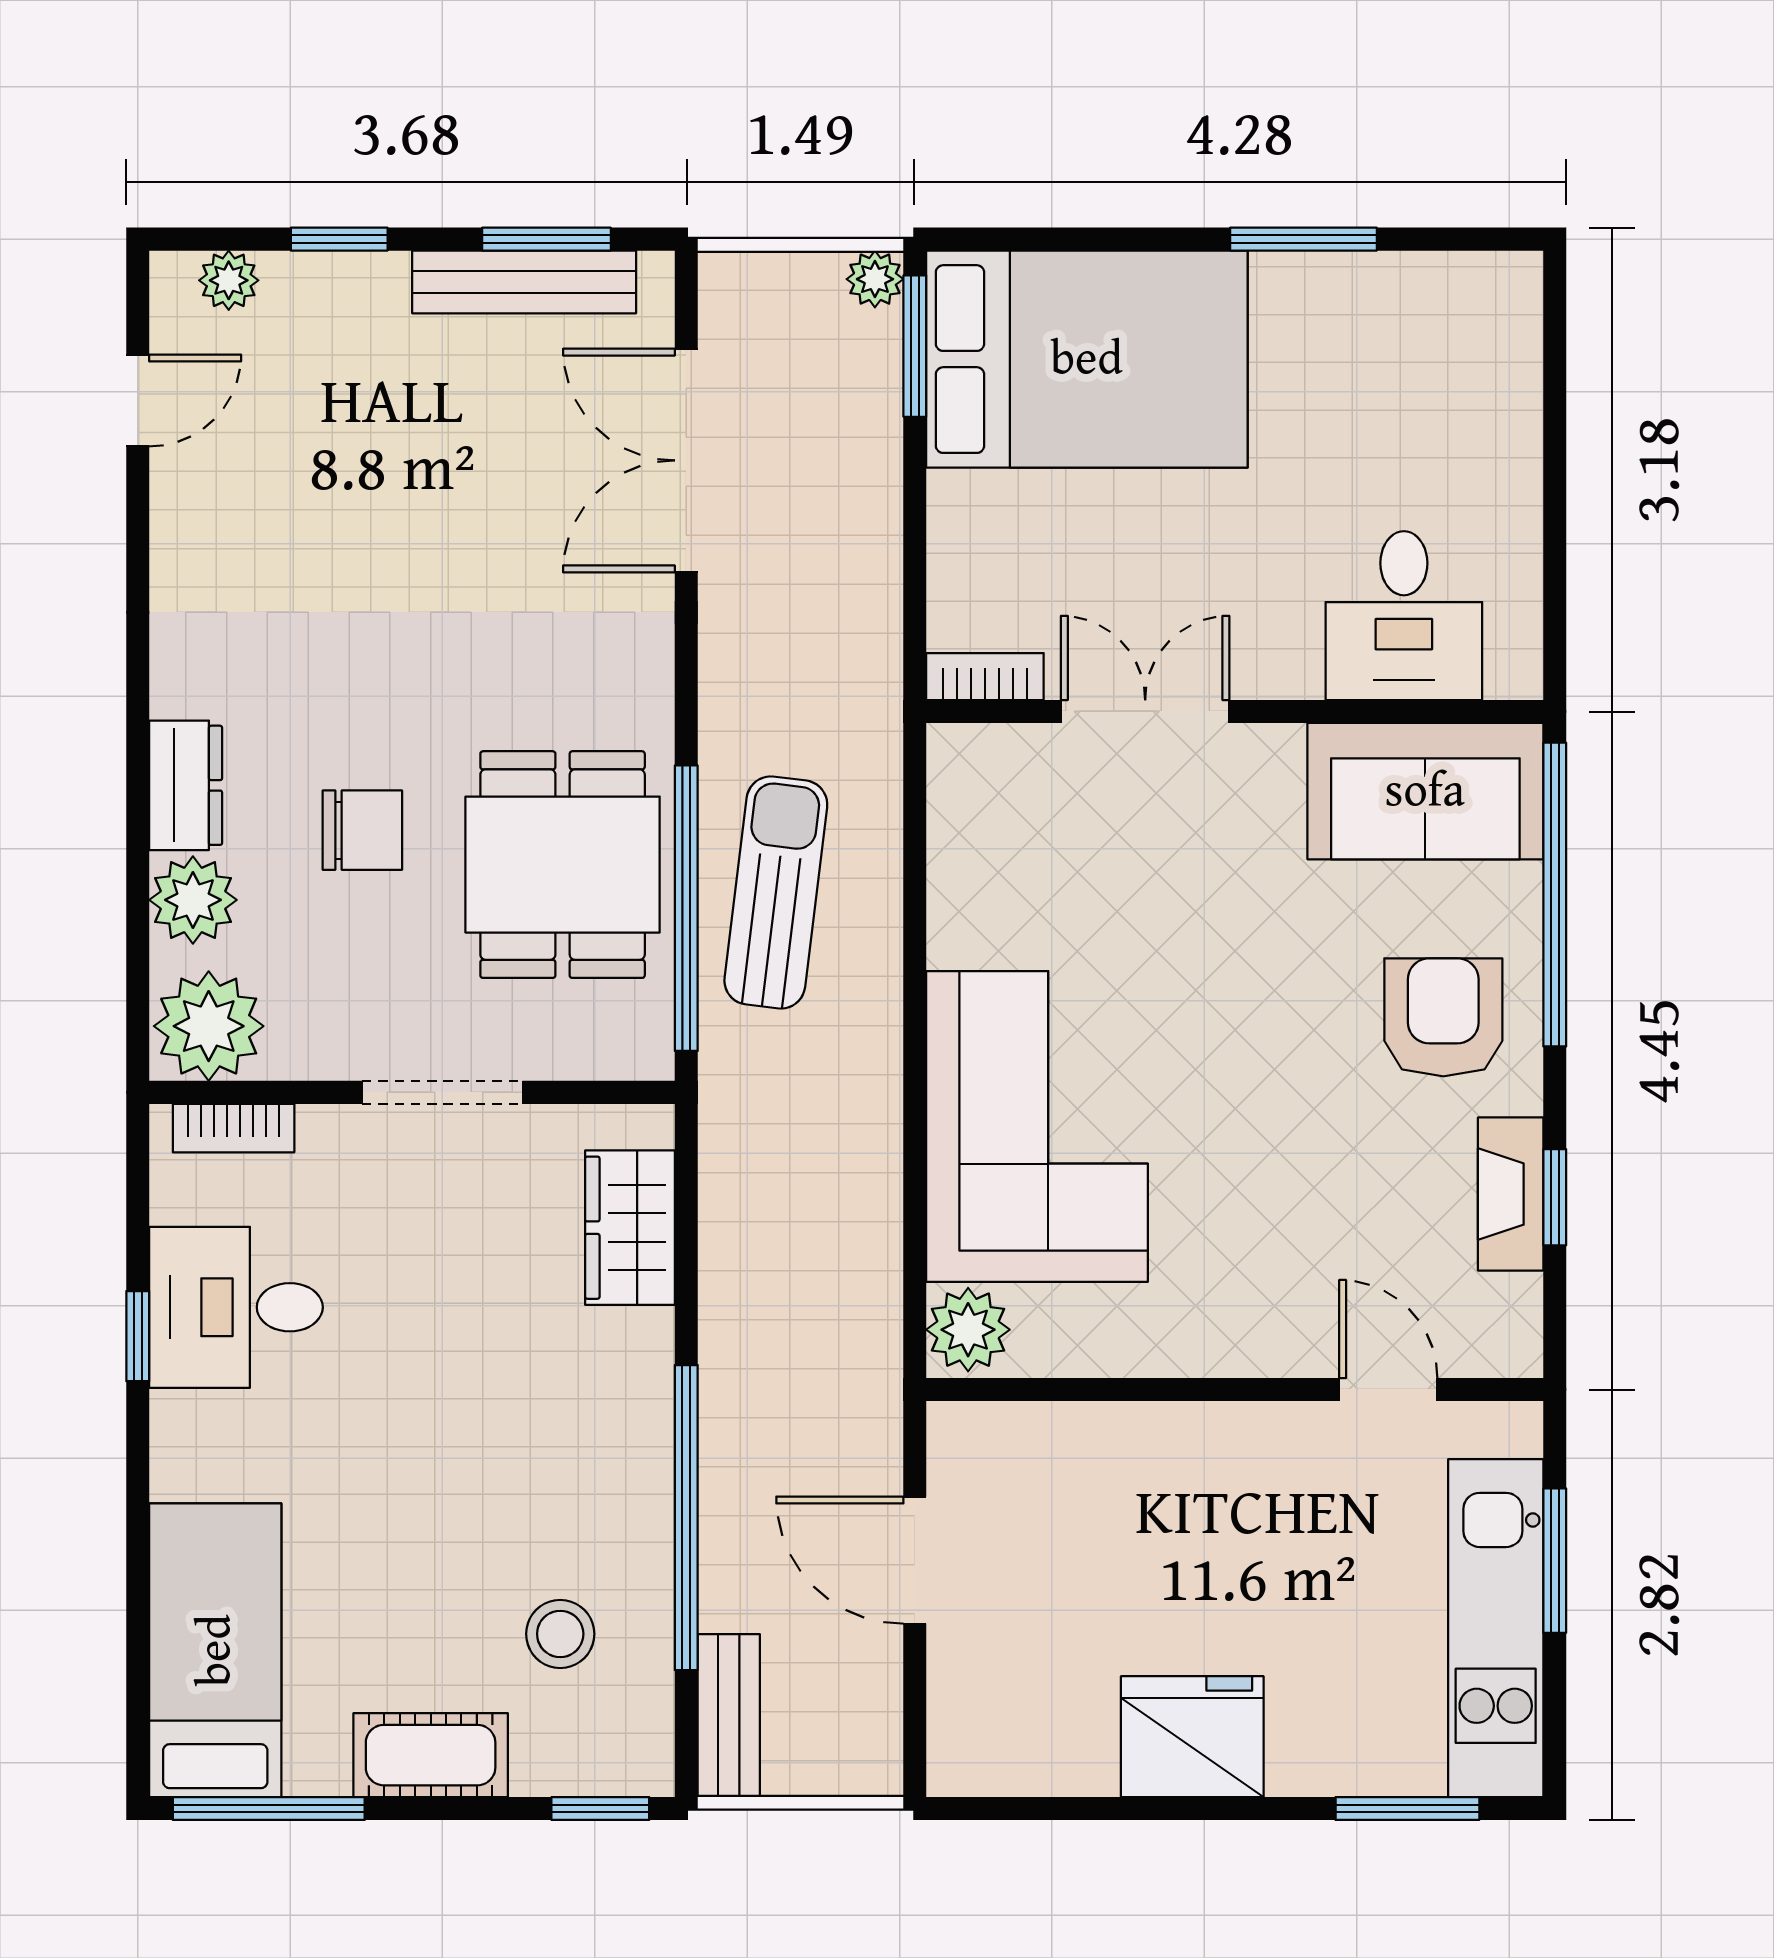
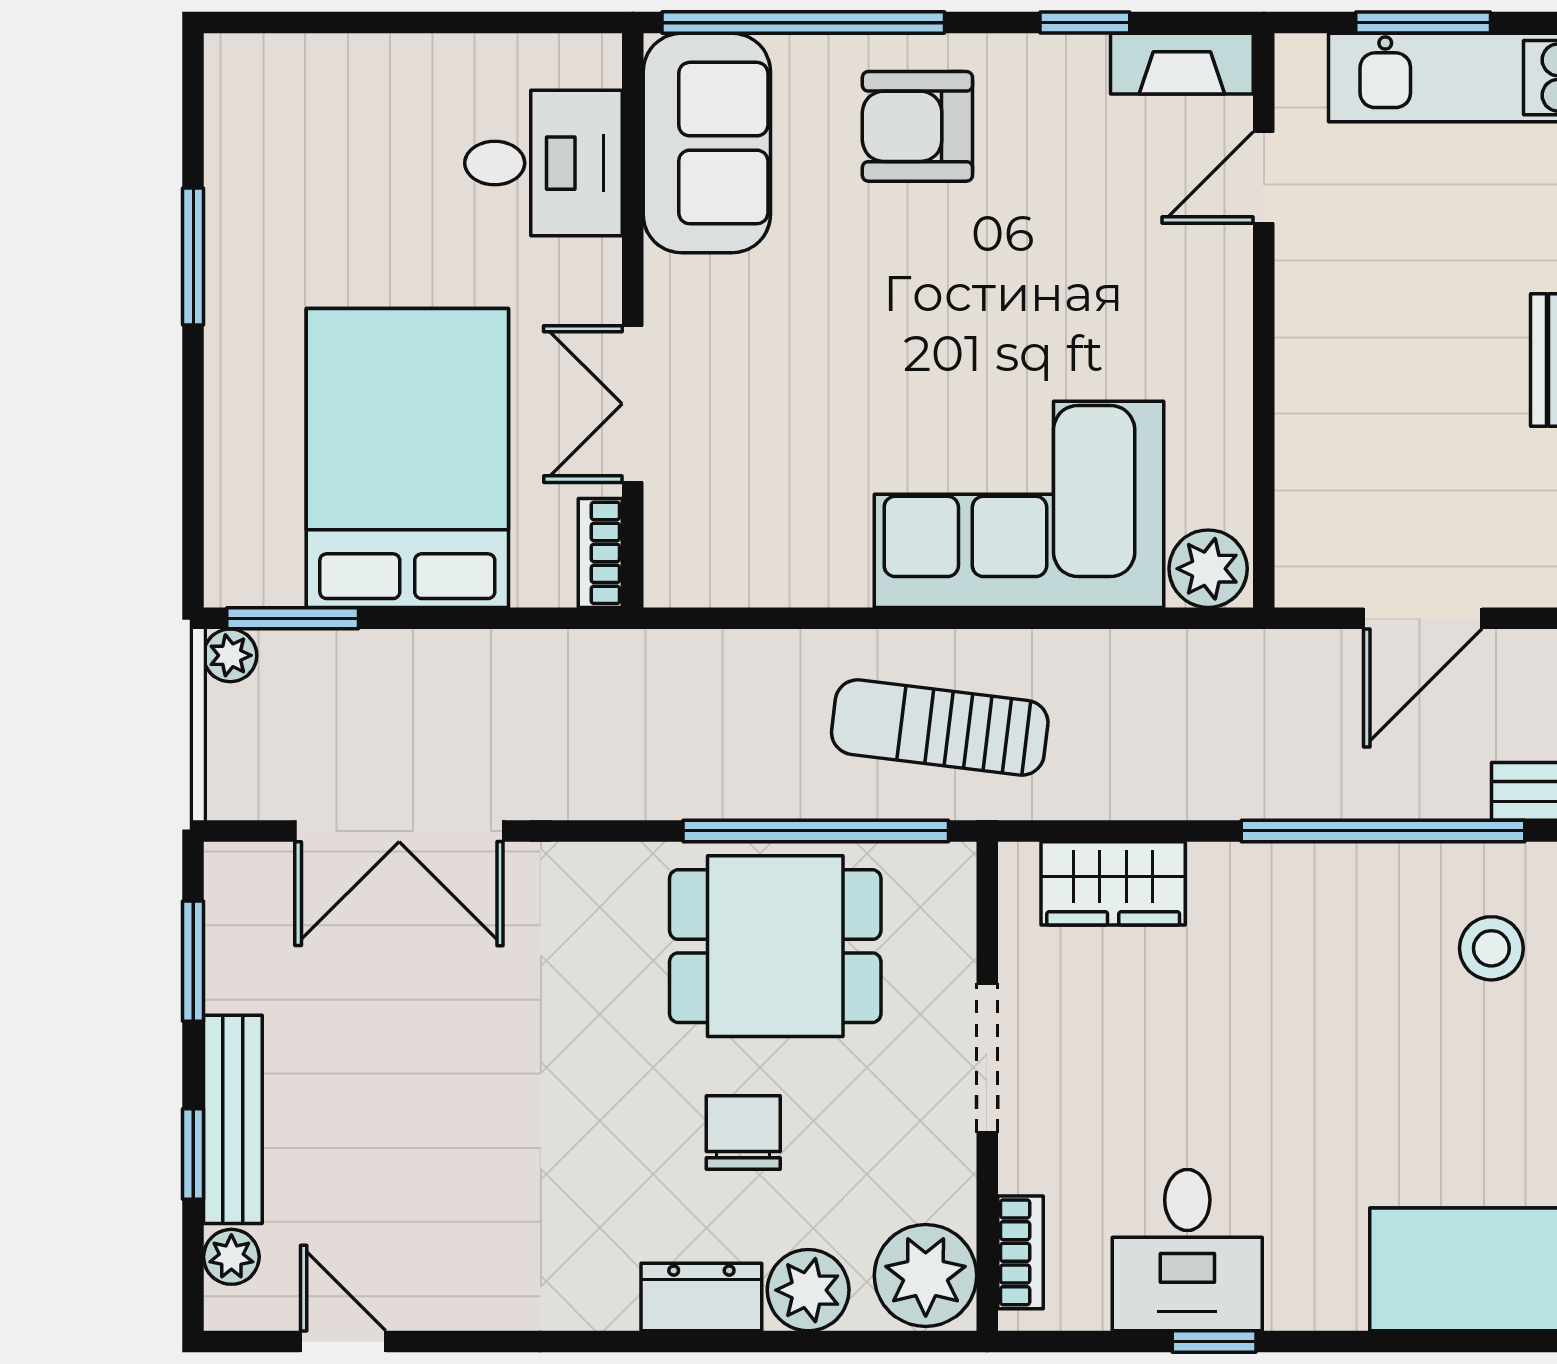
bench: (524, 282) -> (233, 1119), moved
bed: (1087, 359) -> (407, 458), moved
sun lounger: (776, 892) -> (940, 727), moved
fireplace: (1511, 1194) -> (1182, 64), moved

